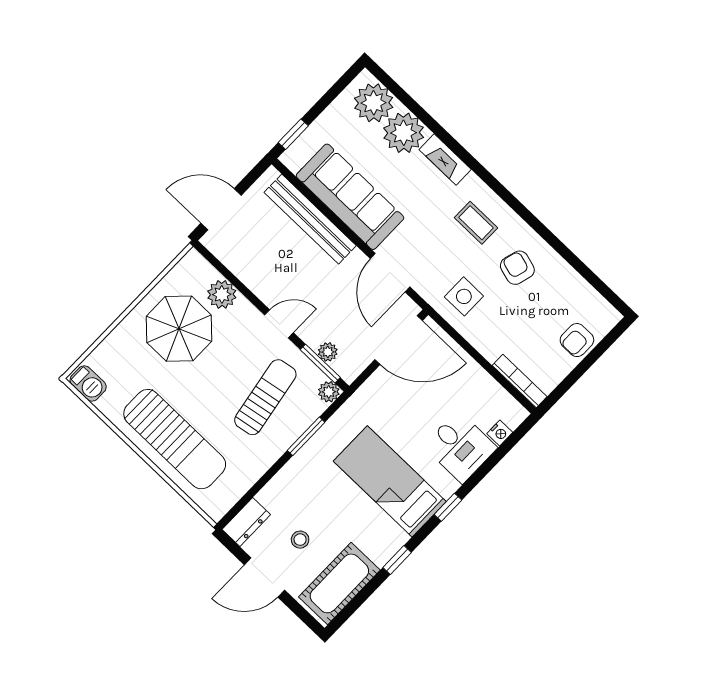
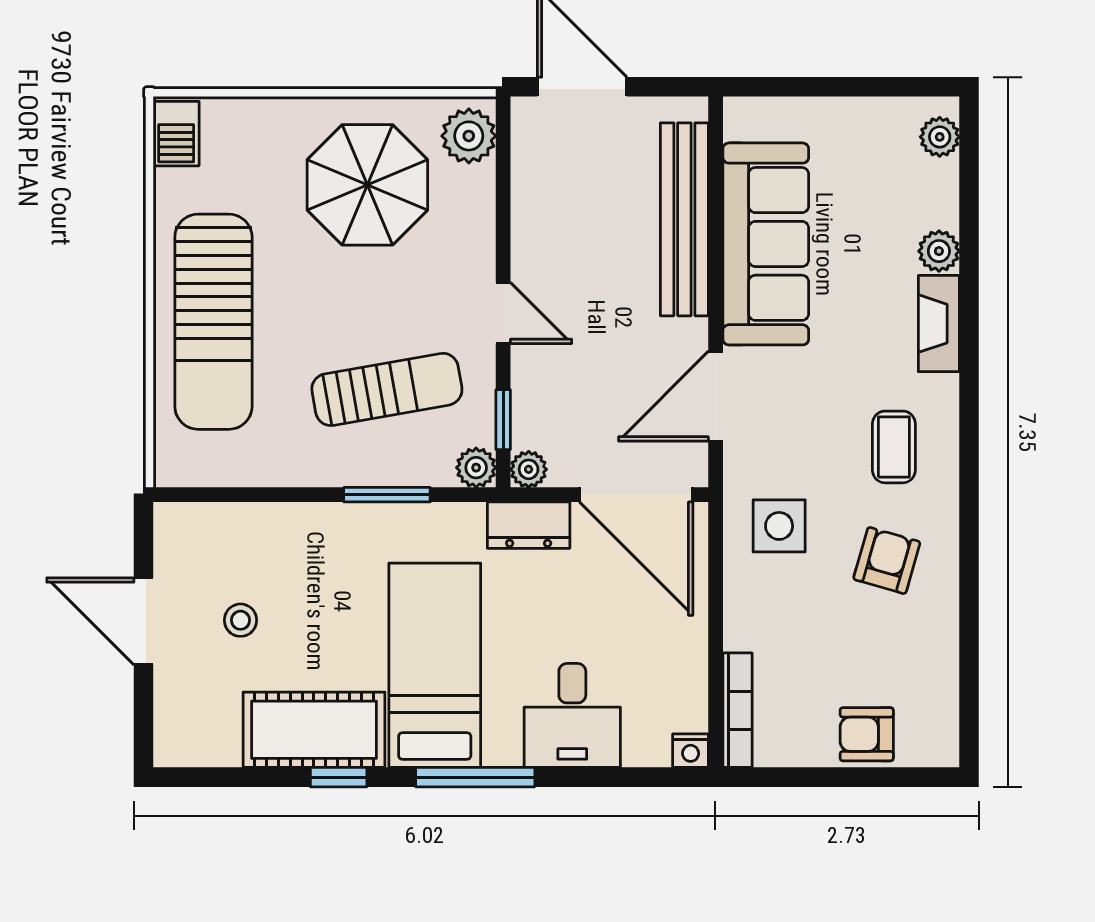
plant: (374, 103) -> (940, 137), width x0.53, depth x0.53
plant: (404, 133) -> (939, 251), width x0.53, depth x0.53
window: (293, 134) -> (776, 87), removed
plant: (222, 294) -> (469, 136), moved
plant: (328, 352) -> (529, 469), moved
window: (320, 364) -> (503, 420), width x0.67
nightstand: (500, 433) -> (691, 751), moved
window: (448, 507) -> (475, 777), width x2.17
dresser: (246, 522) -> (529, 525), moved
cot: (339, 583) -> (314, 730), moved

